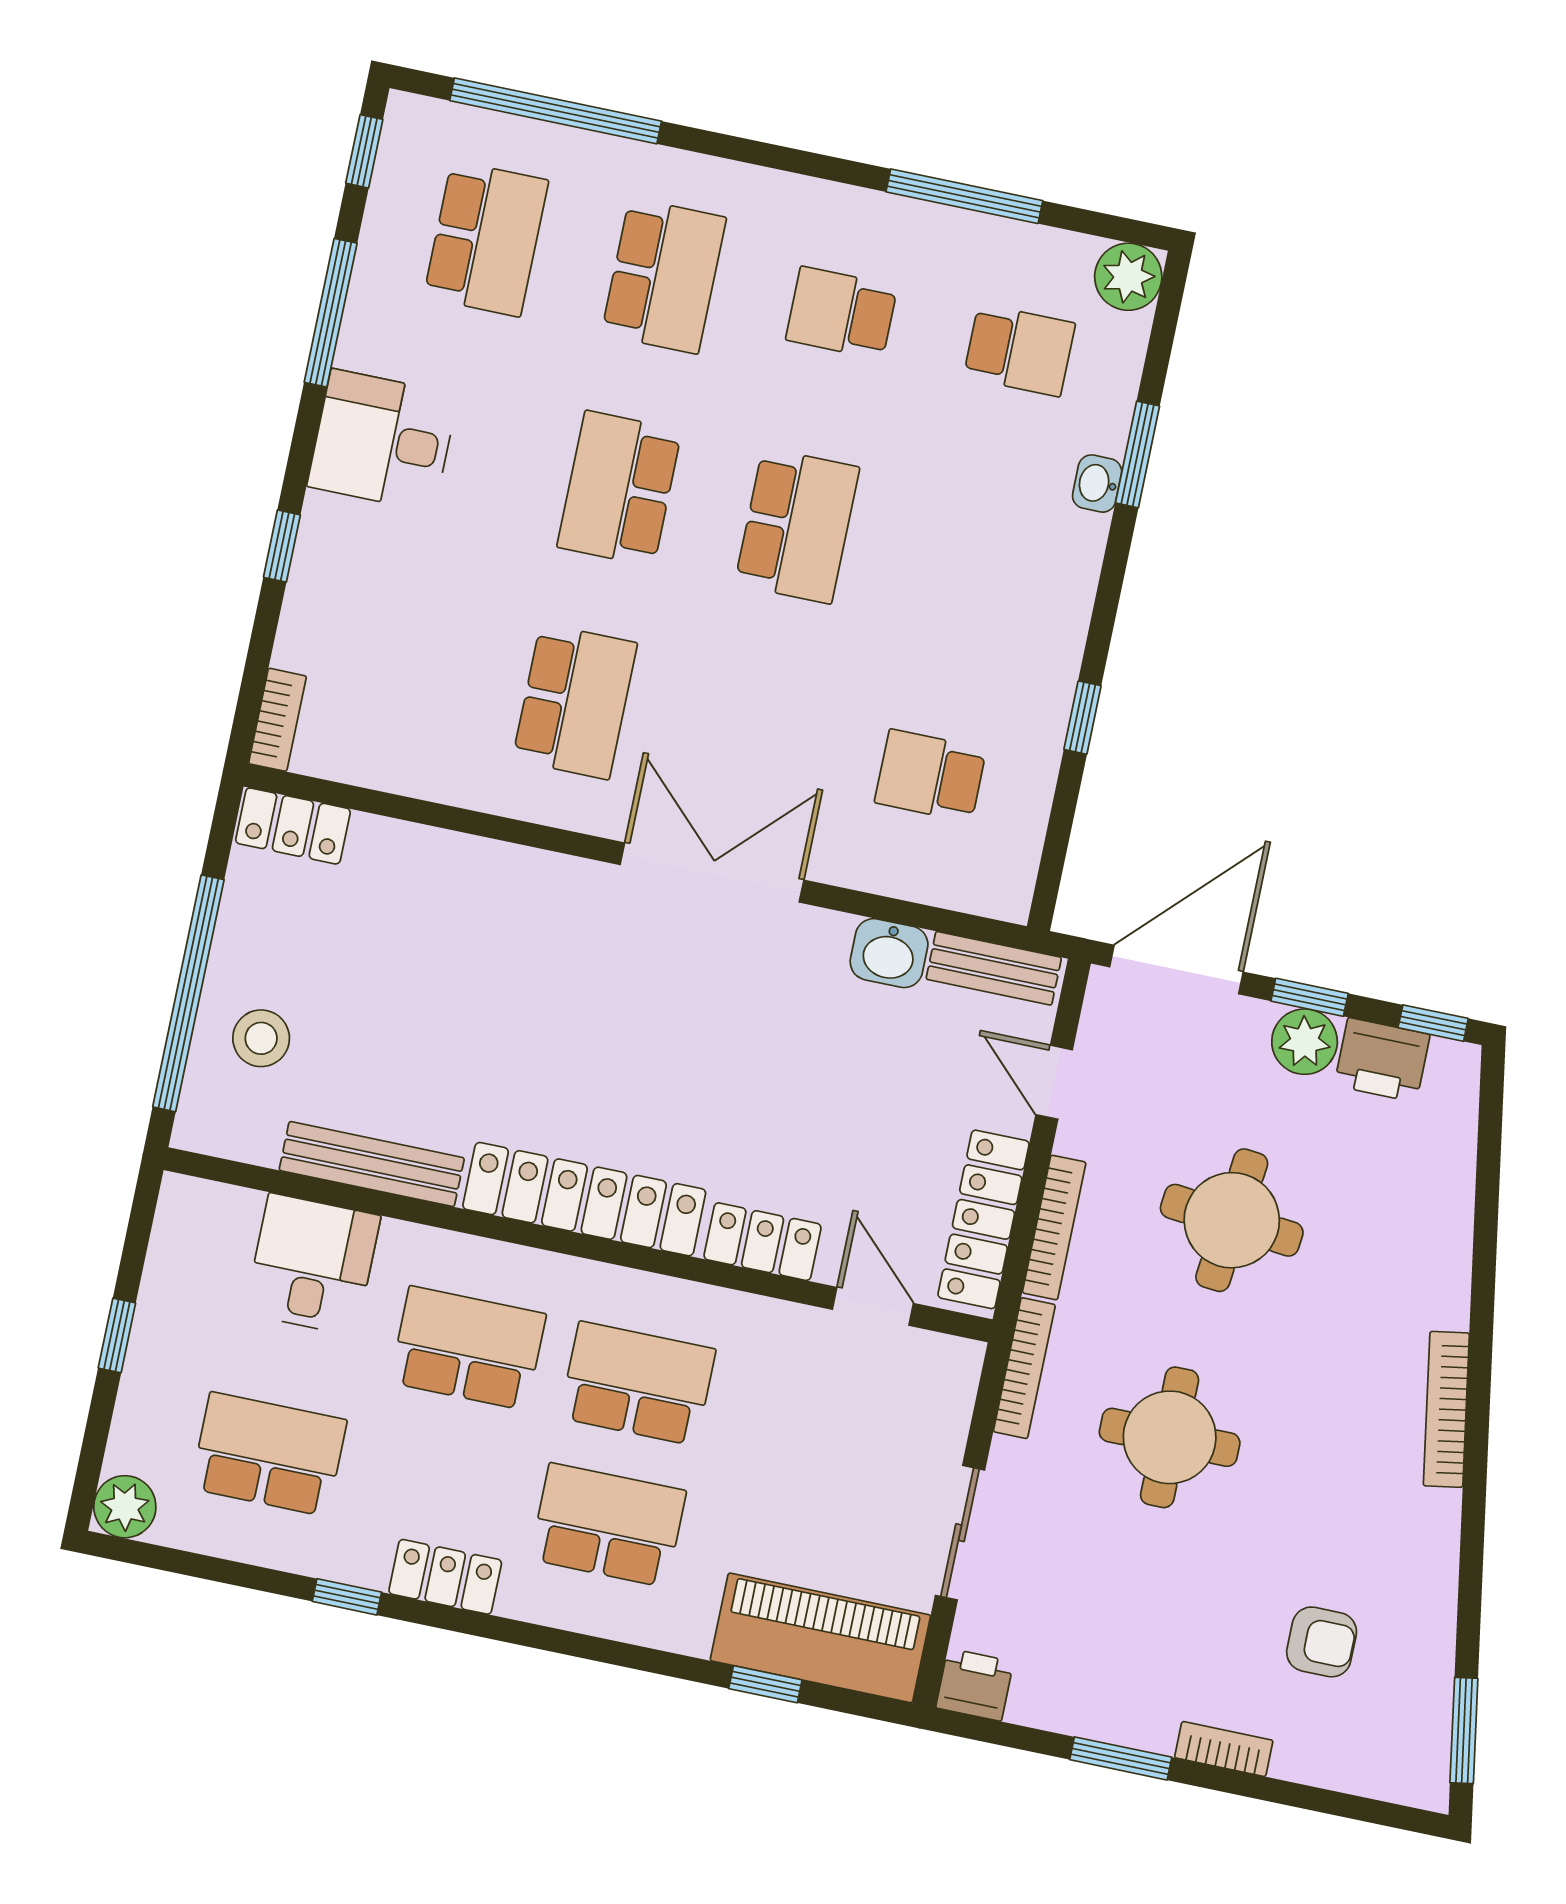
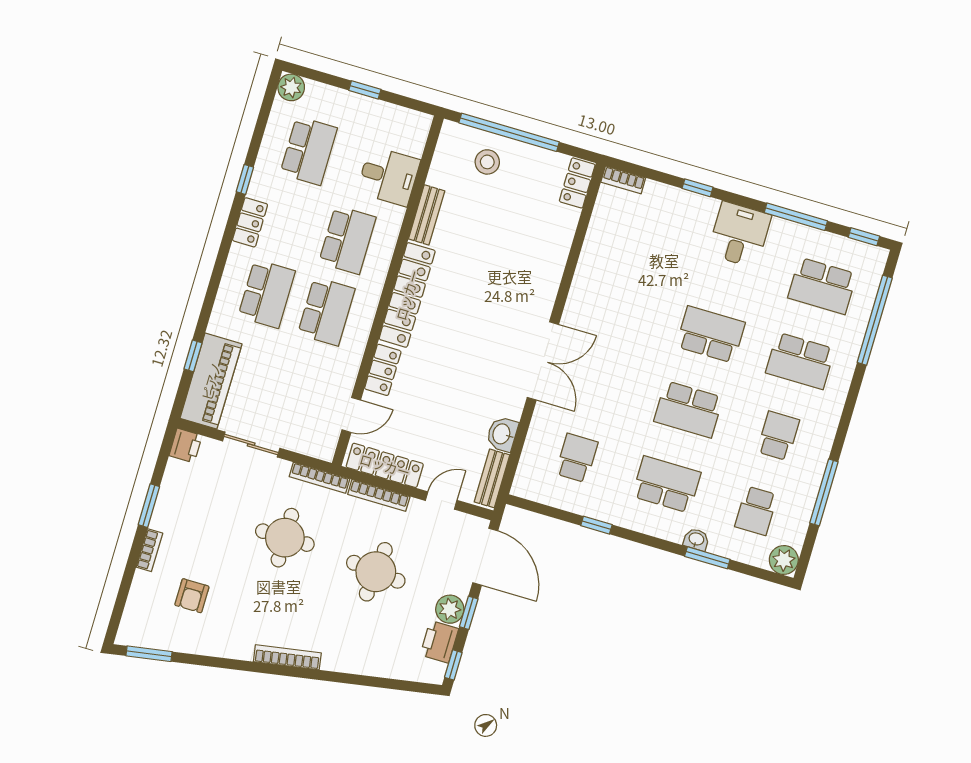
school desk: (575, 701) -> (666, 484), moved, turned 180
bench: (372, 1164) -> (427, 215), width x0.73

